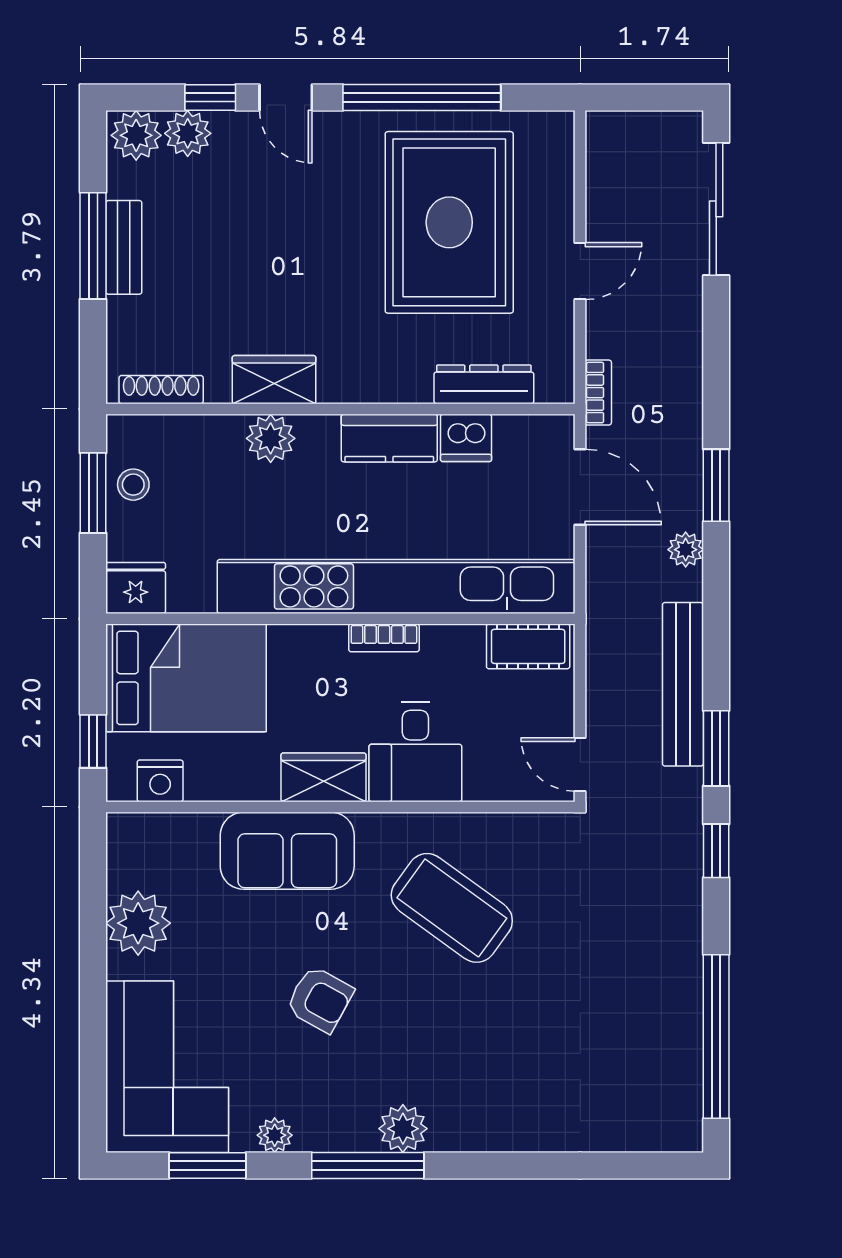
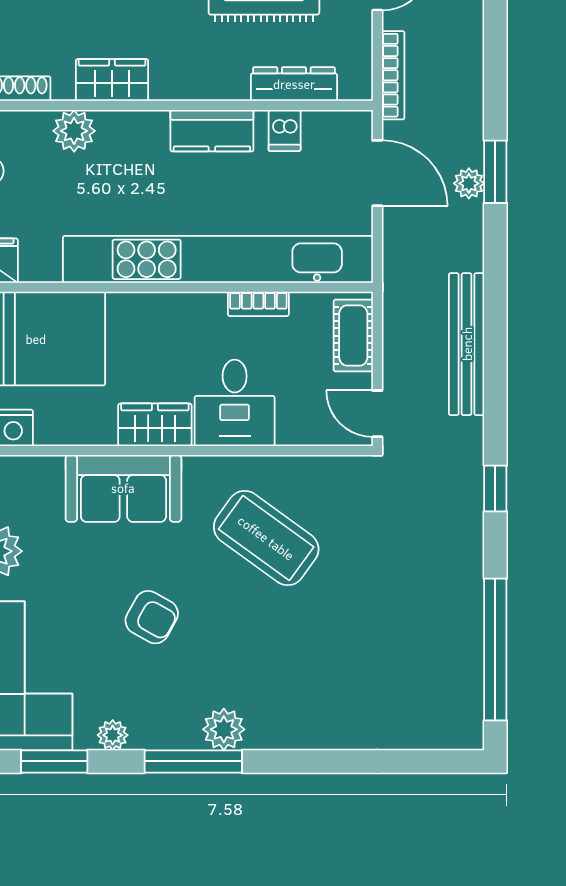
bookcase: (598, 393) -> (393, 75), width x1.56
plant: (271, 438) -> (74, 131), moved
dishwasher: (466, 438) -> (285, 131), width x0.73
plant: (686, 550) -> (469, 183), moved
bookcase: (384, 638) -> (258, 304), moved
cot: (528, 646) -> (353, 336), moved, turned 90
window: (716, 748) -> (495, 400), removed

